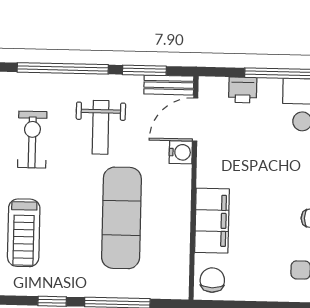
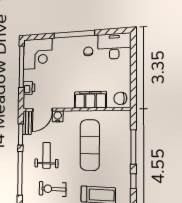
door: (195, 120) -> (42, 110), hinge flipped
weight bench: (101, 127) -> (46, 155), turned -90
exercise mat: (121, 218) -> (90, 145), turned 90

